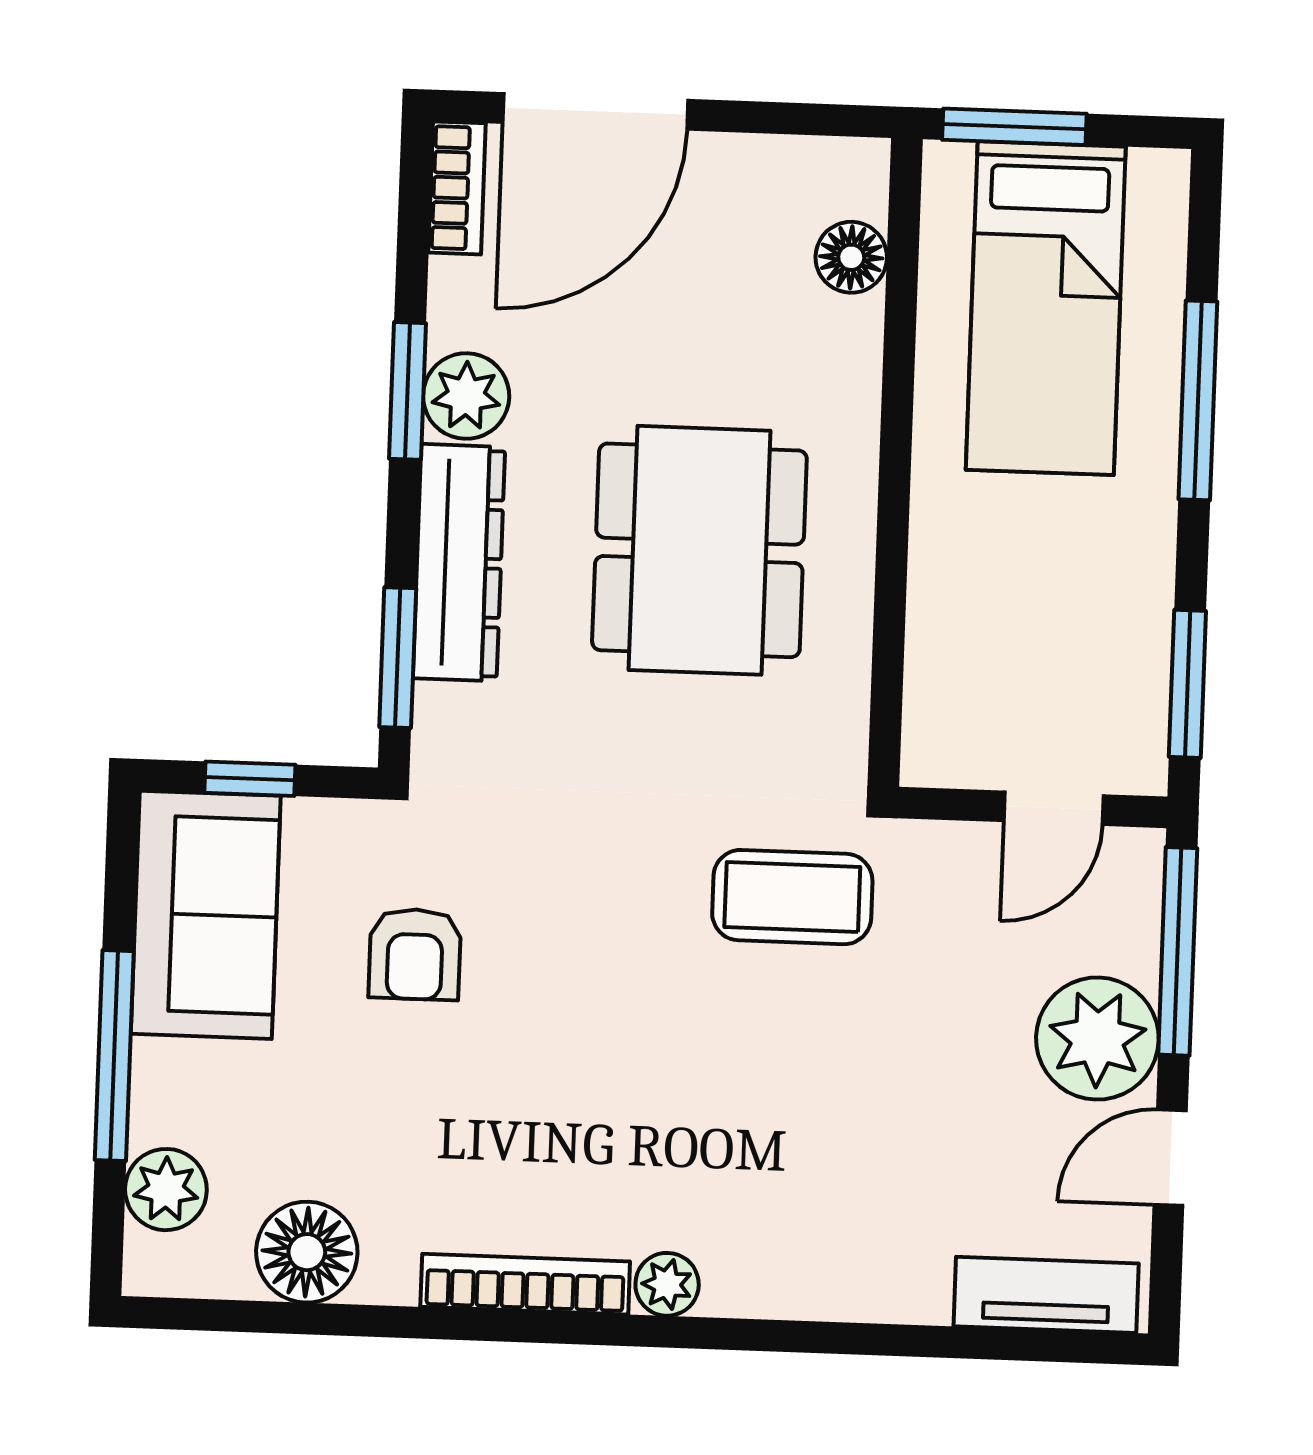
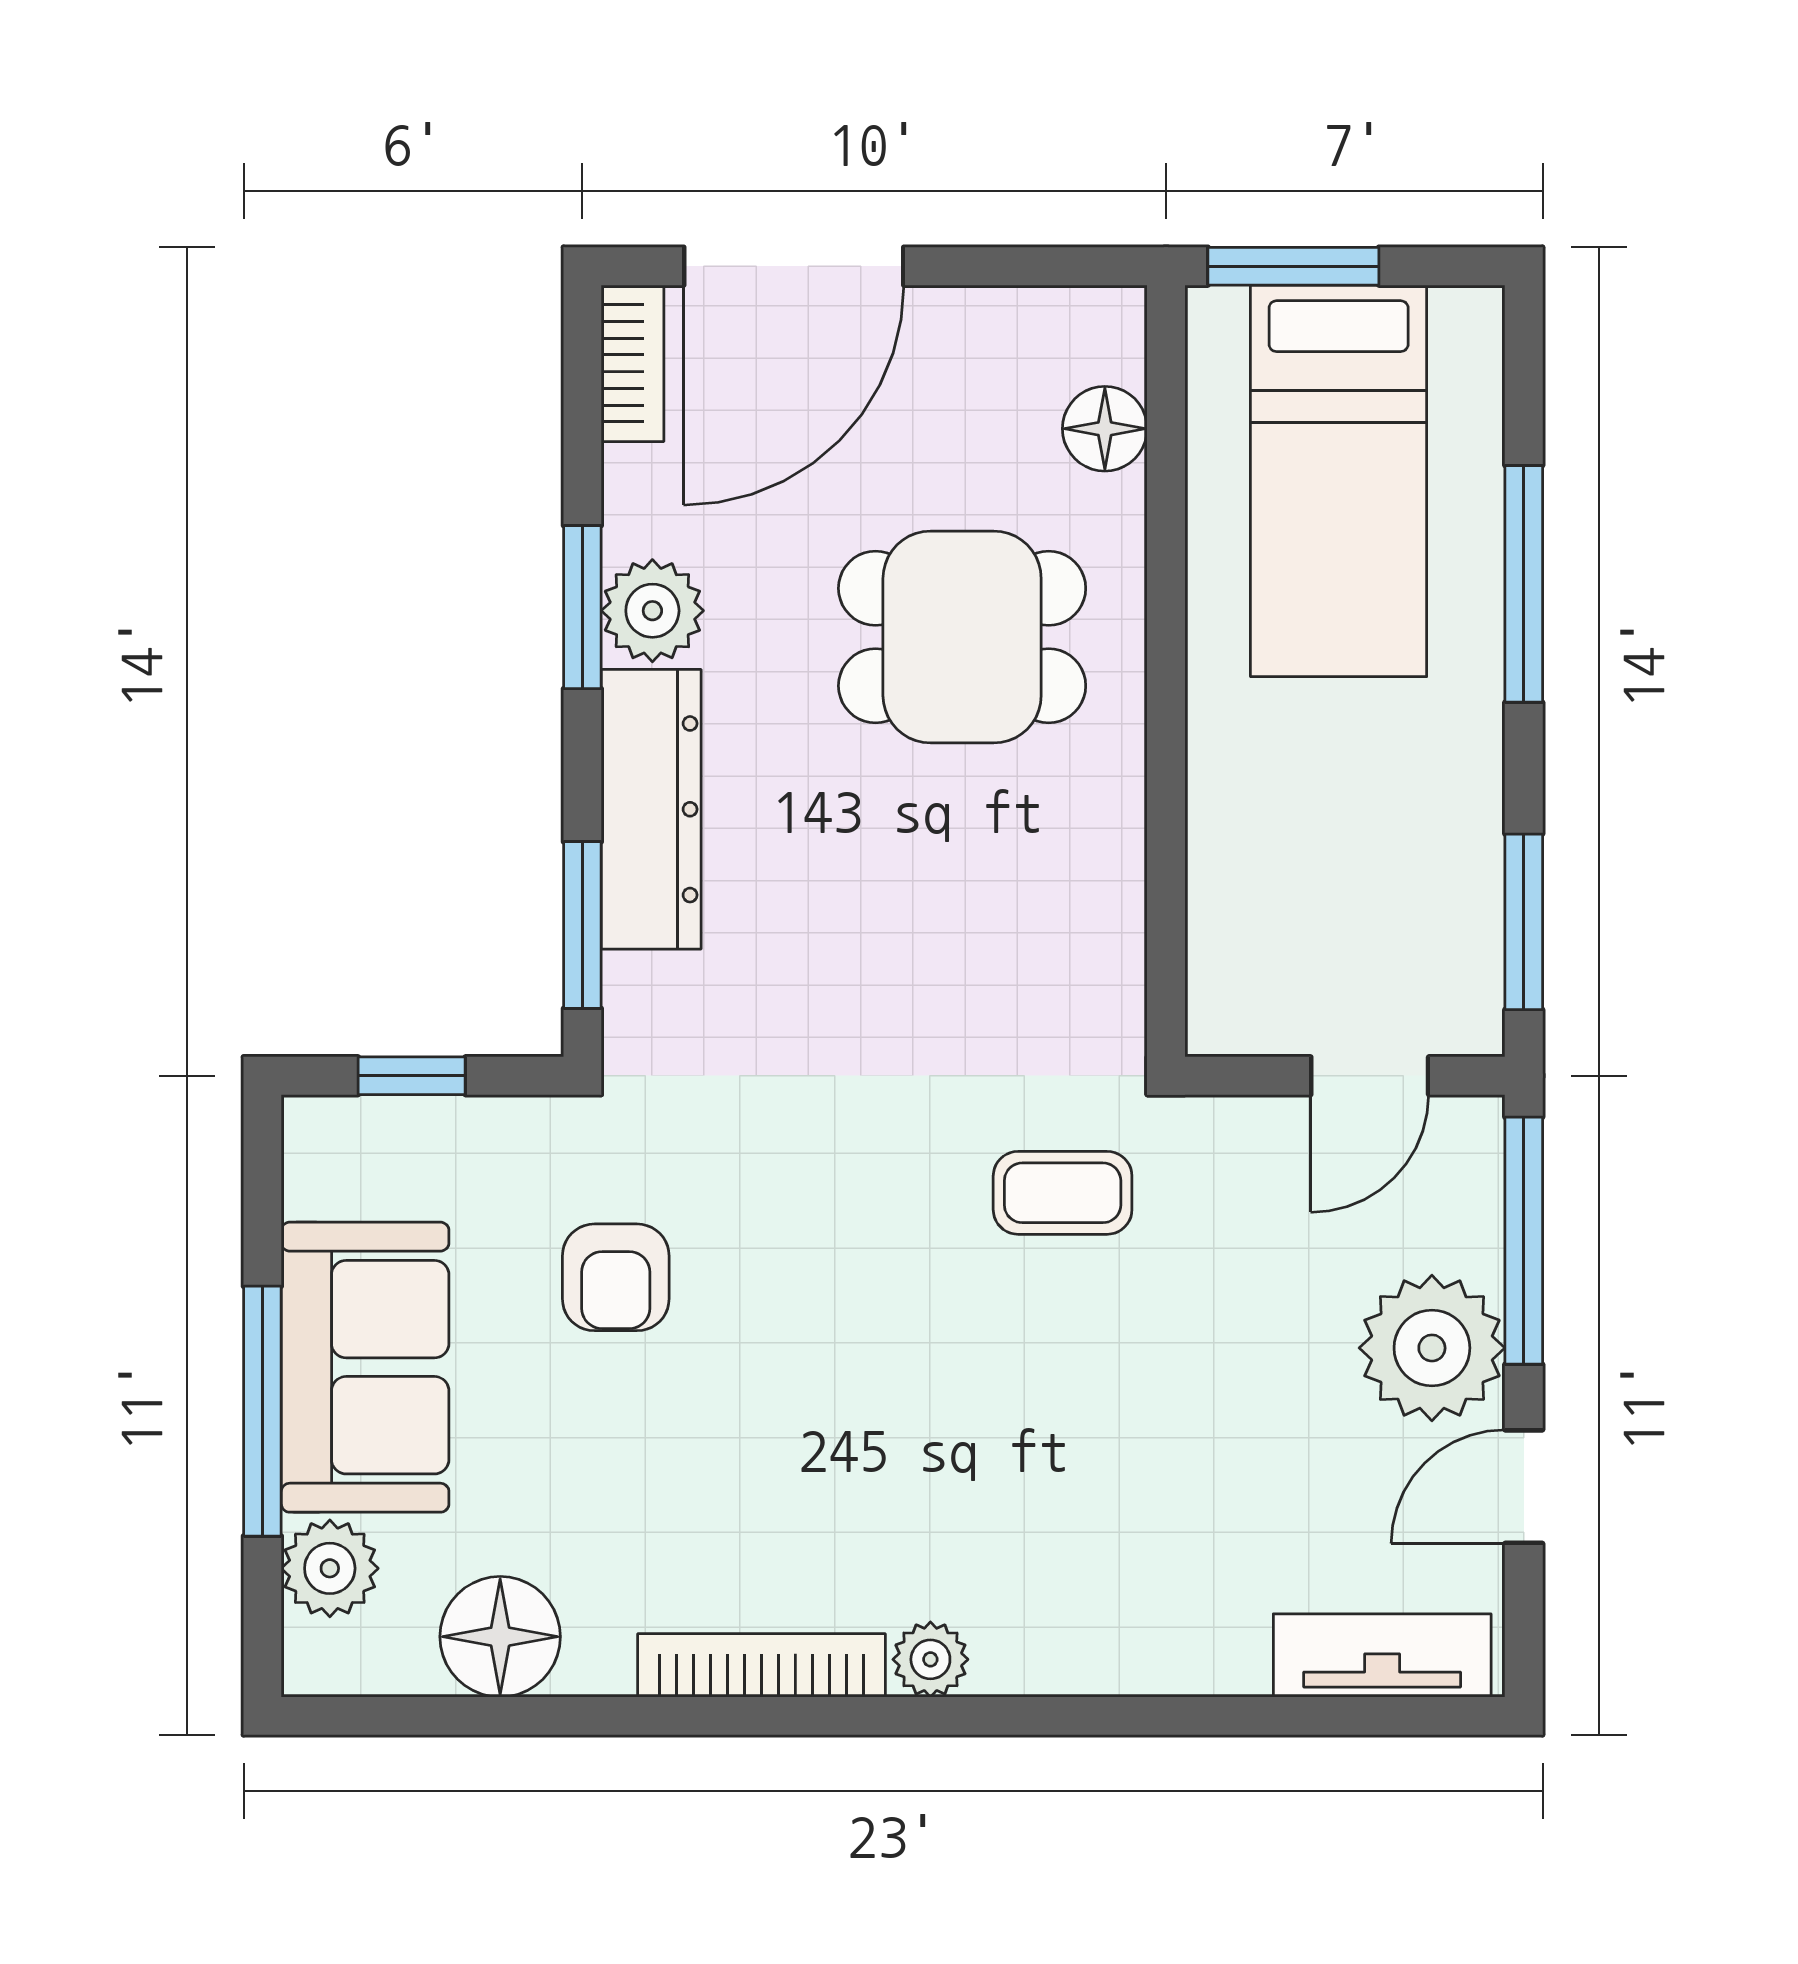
dining table: (699, 550) -> (962, 637), moved, width x0.73
coffee table: (792, 897) -> (1063, 1193), width x0.73, depth x0.77
sofa: (206, 915) -> (365, 1367), moved

